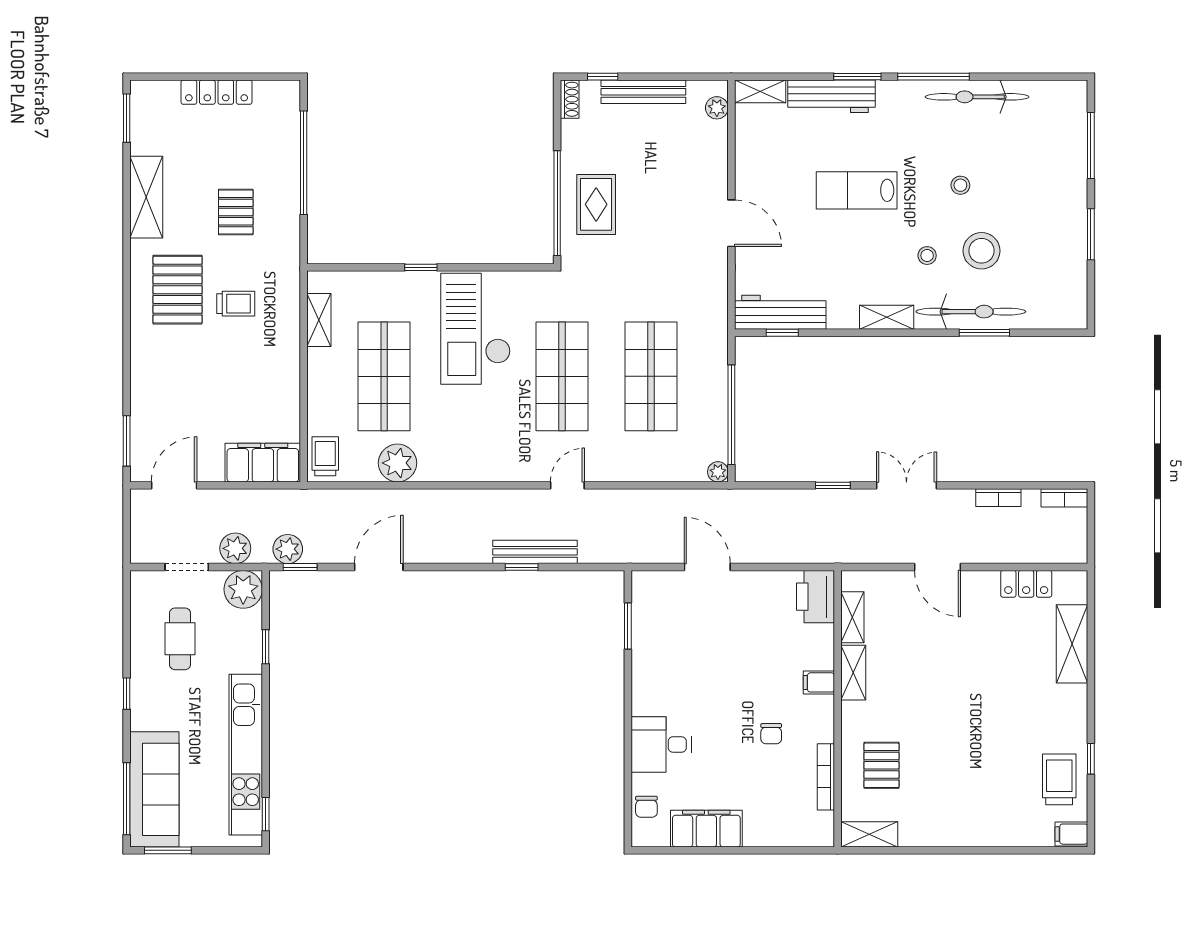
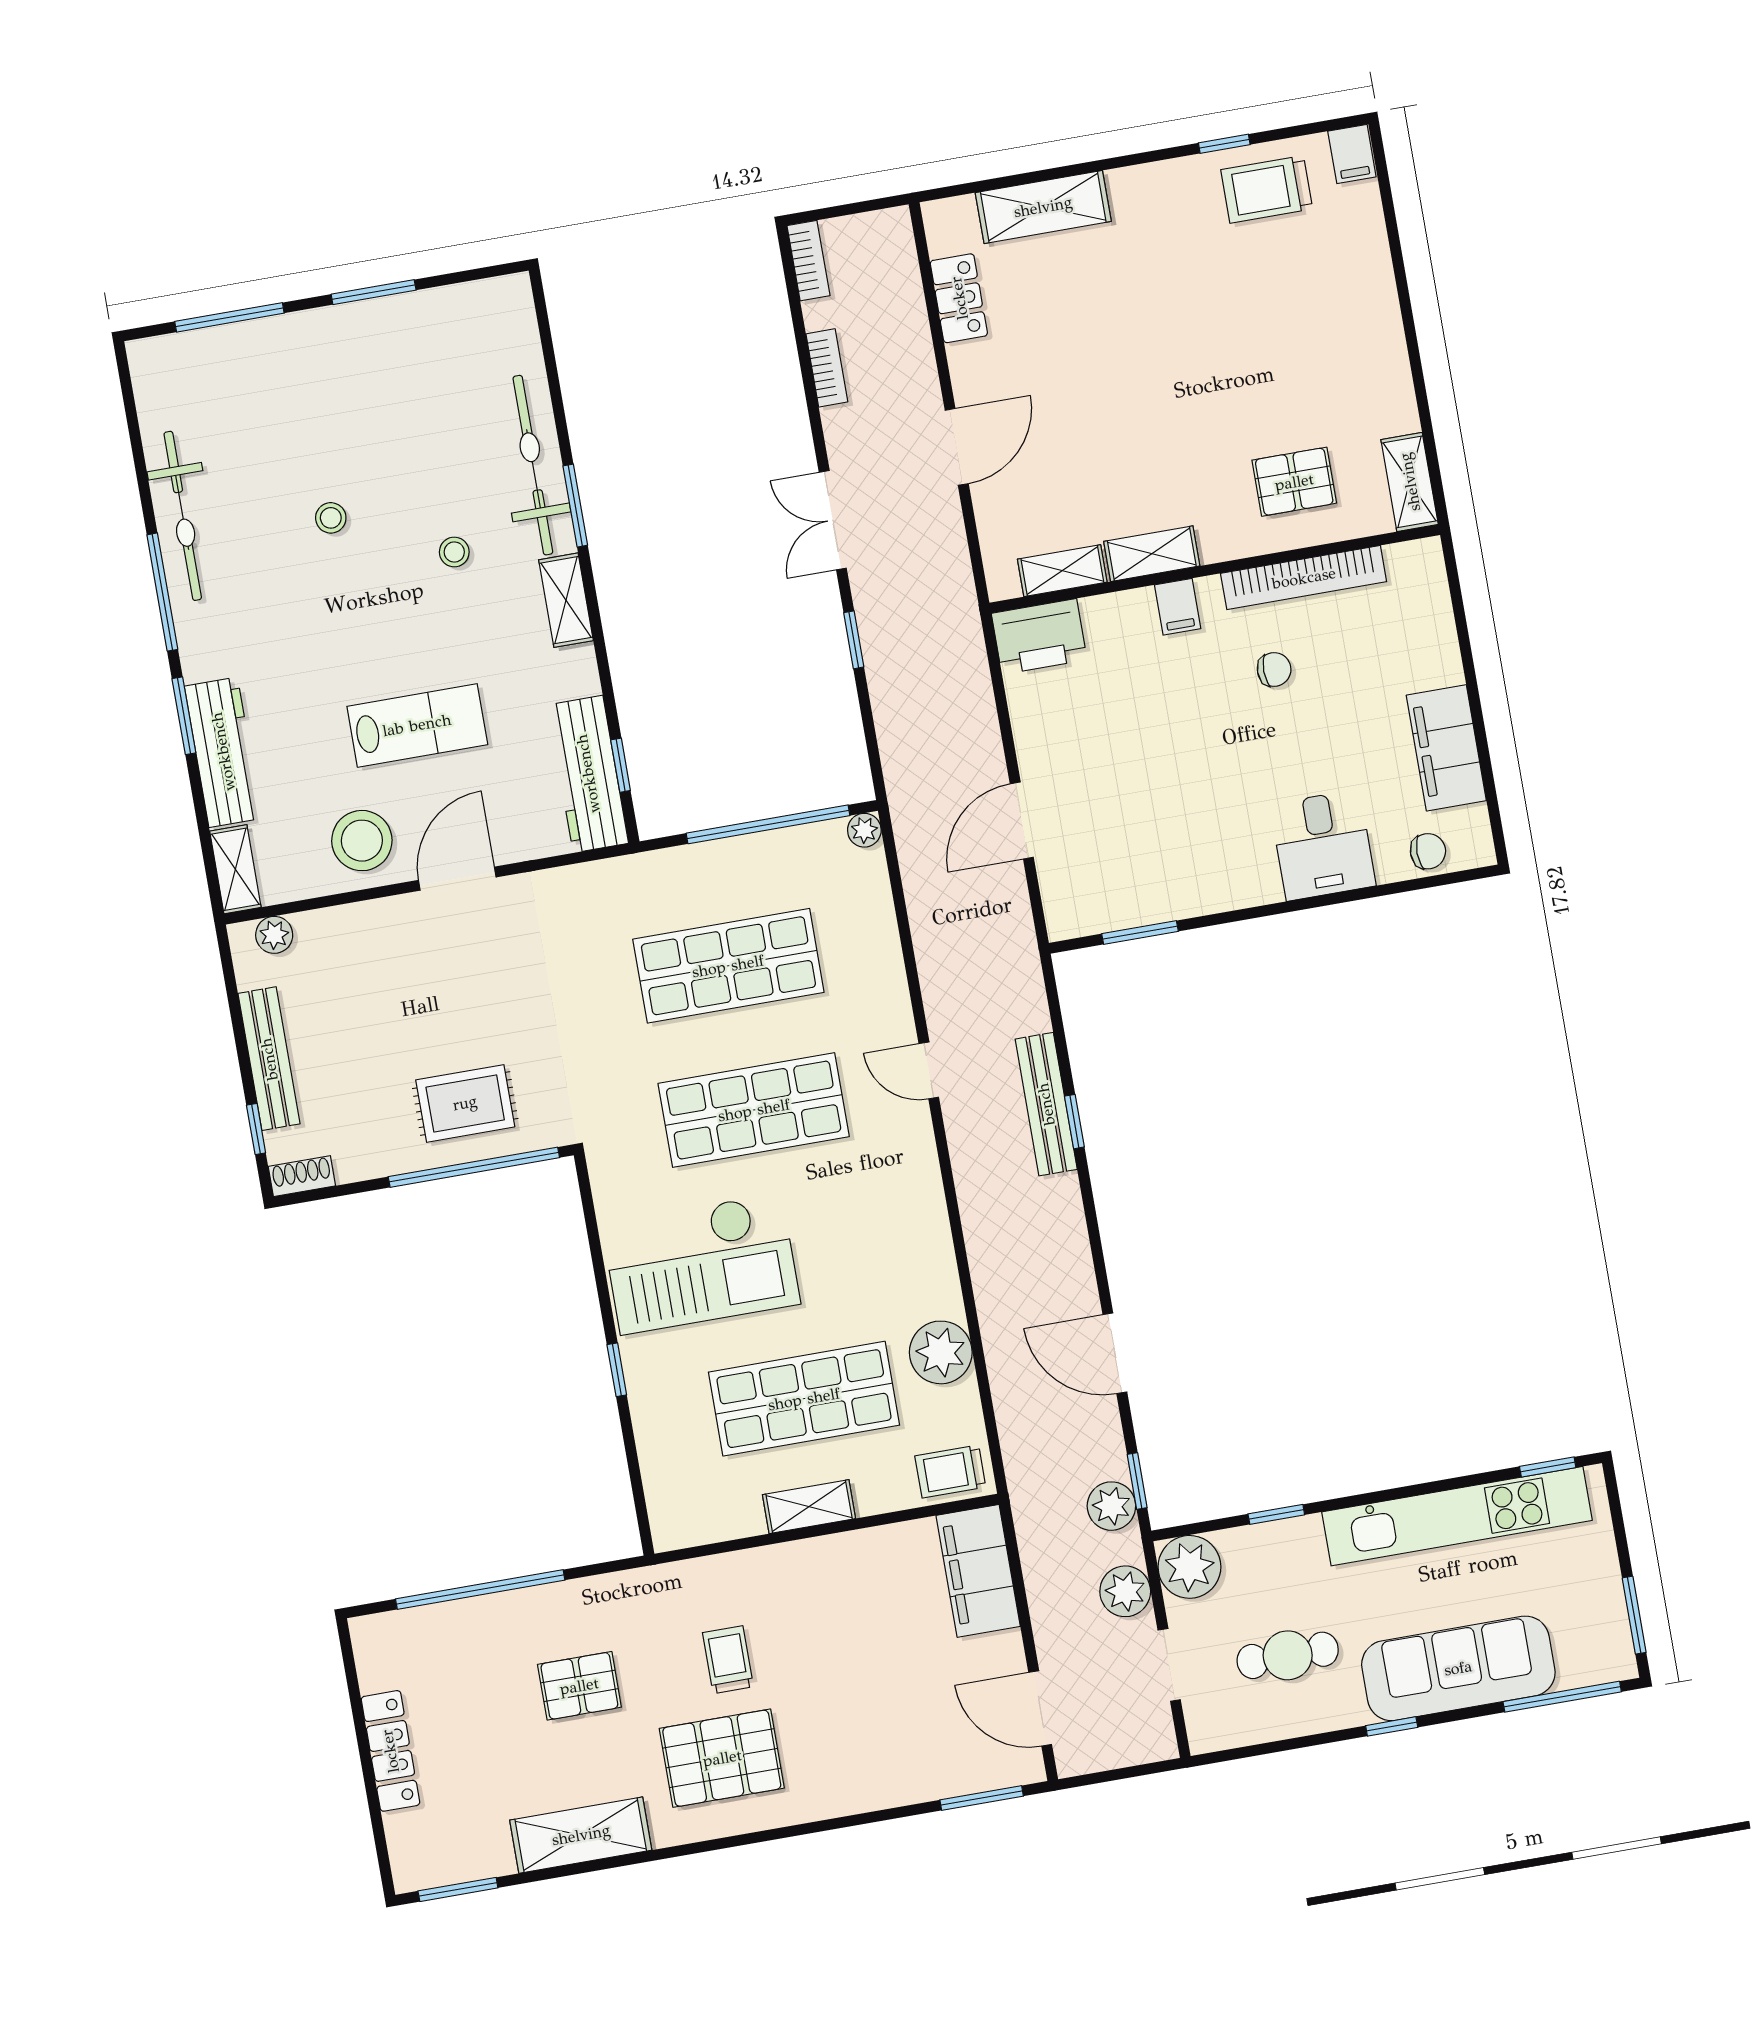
lab bench: (857, 190) -> (417, 725), moved, turned -90
stool: (982, 251) -> (362, 841), moved
shelving: (319, 320) -> (809, 1507), moved
window: (984, 333) -> (575, 506), moved
bookcase: (826, 777) -> (1304, 578), width x1.48, depth x1.31
sofa: (154, 789) -> (1458, 1668), moved

